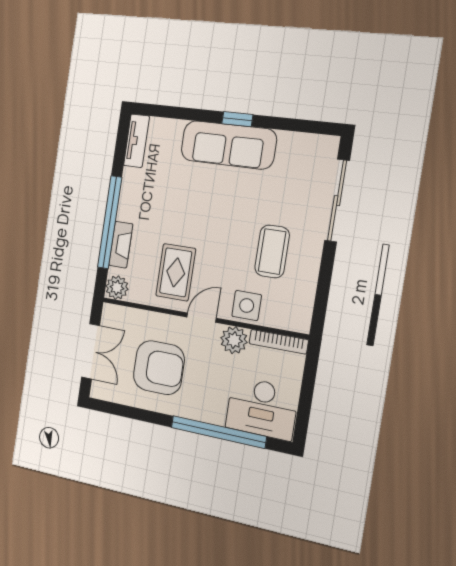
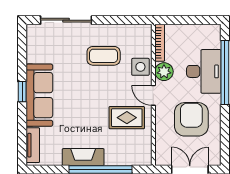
tv unit: (136, 141) -> (33, 145), moved, turned 90
fireplace: (121, 245) -> (83, 157), moved, width x1.37, depth x1.32
plant: (117, 288) -> (144, 157), removed
desk: (262, 408) -> (204, 71), moved

